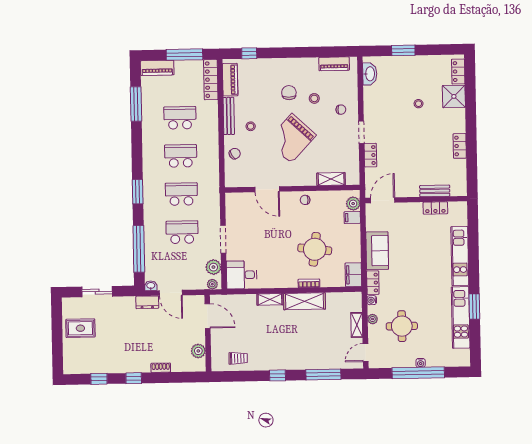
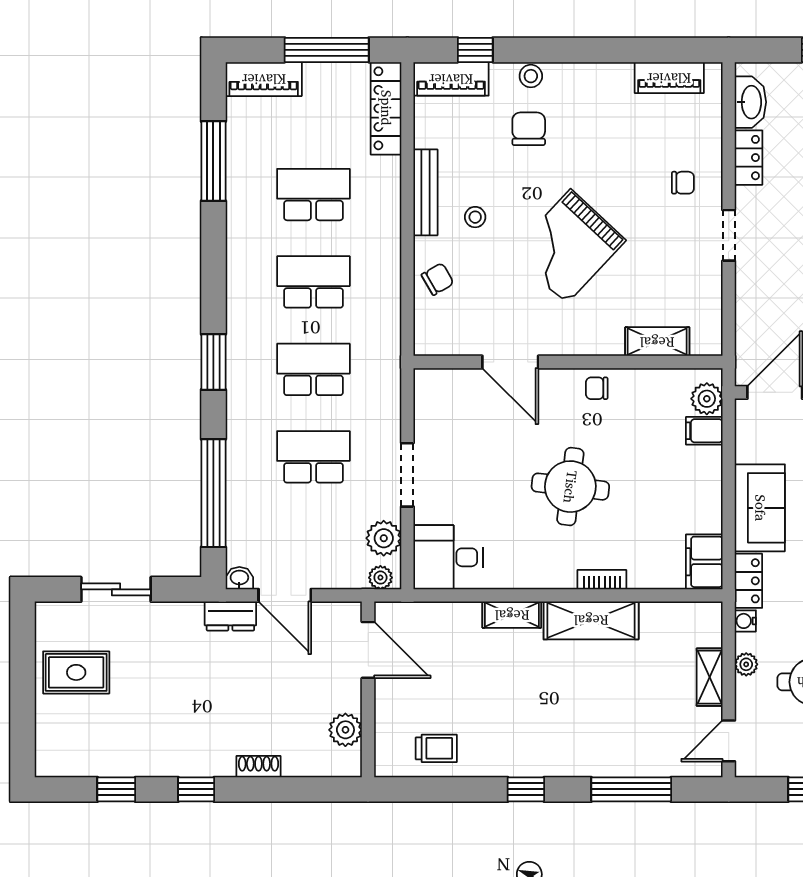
piano: (230, 80) -> (451, 79), moved, turned 90
chair: (289, 93) -> (529, 129), moved
stool: (314, 98) -> (531, 76), moved
locker: (370, 155) -> (749, 158), moved
round table: (315, 249) -> (570, 487), moved

